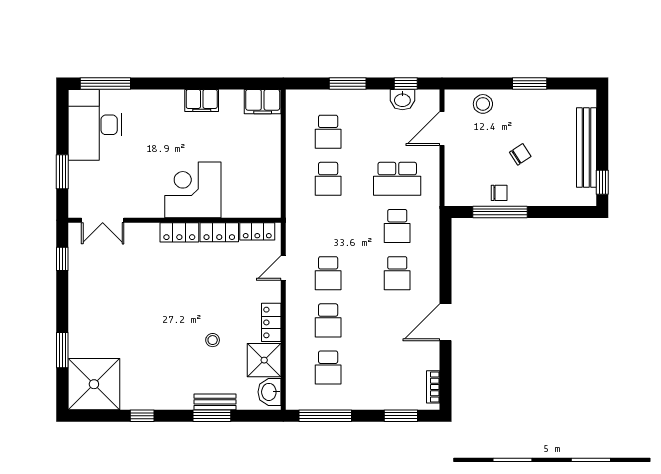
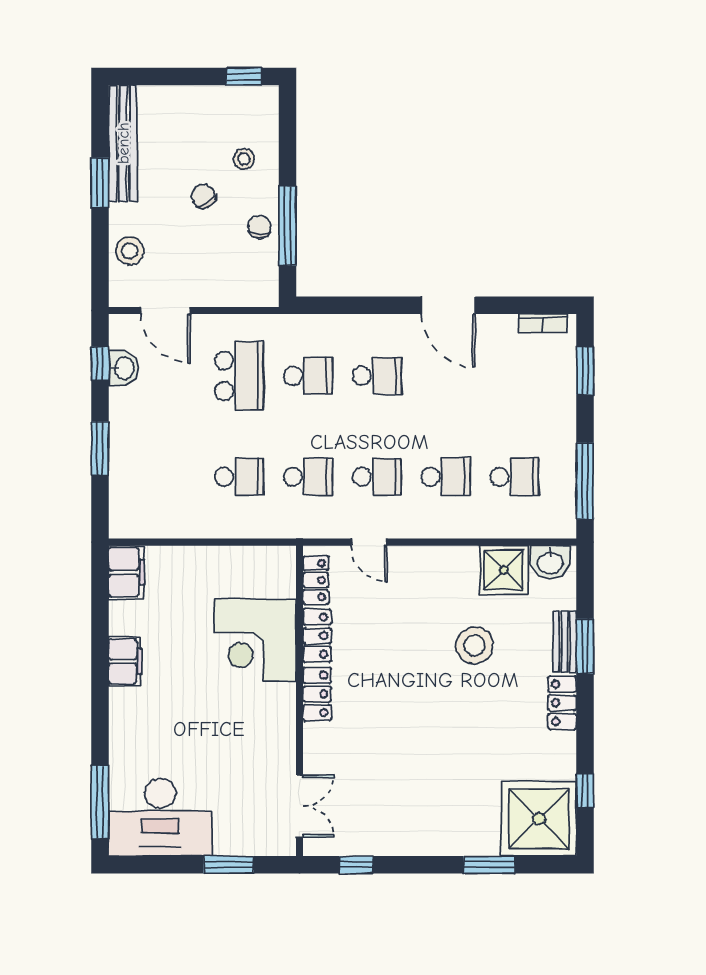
school desk: (328, 132) -> (308, 477), moved
bench: (586, 147) -> (123, 143), moved, turned 90
stool: (546, 182) -> (244, 159), added
corner desk: (193, 190) -> (255, 640), moved
locker: (271, 322) -> (562, 703), moved, turned 90
stool: (213, 340) -> (475, 645), width x1.89, depth x1.89
window: (142, 416) -> (585, 791), moved

